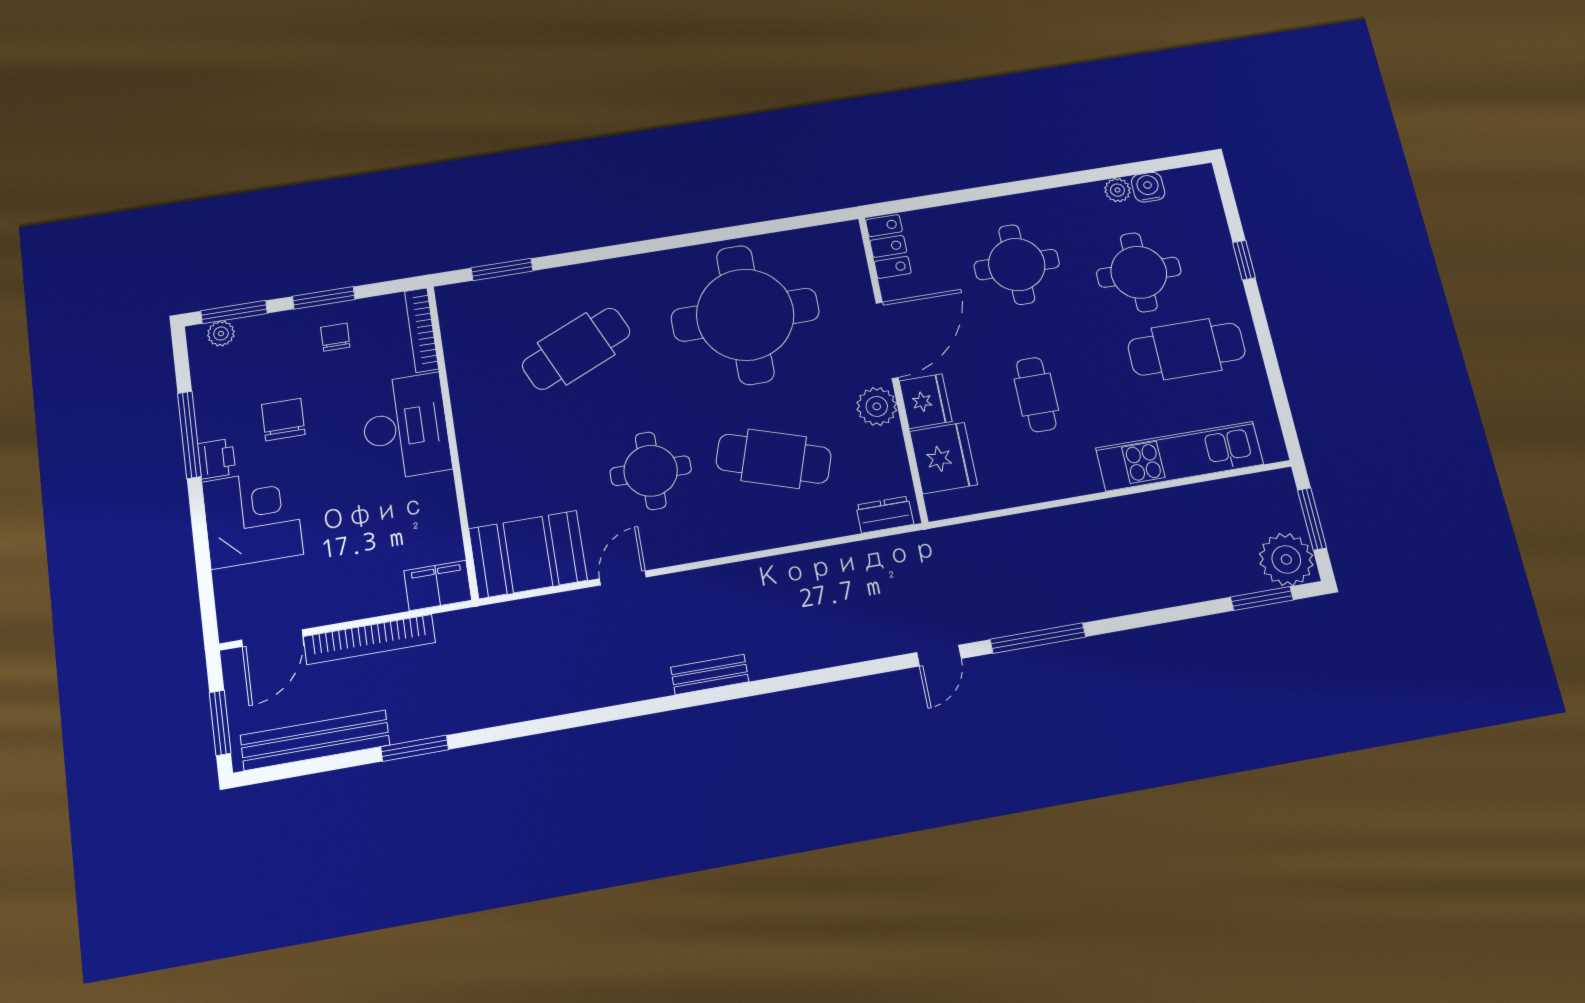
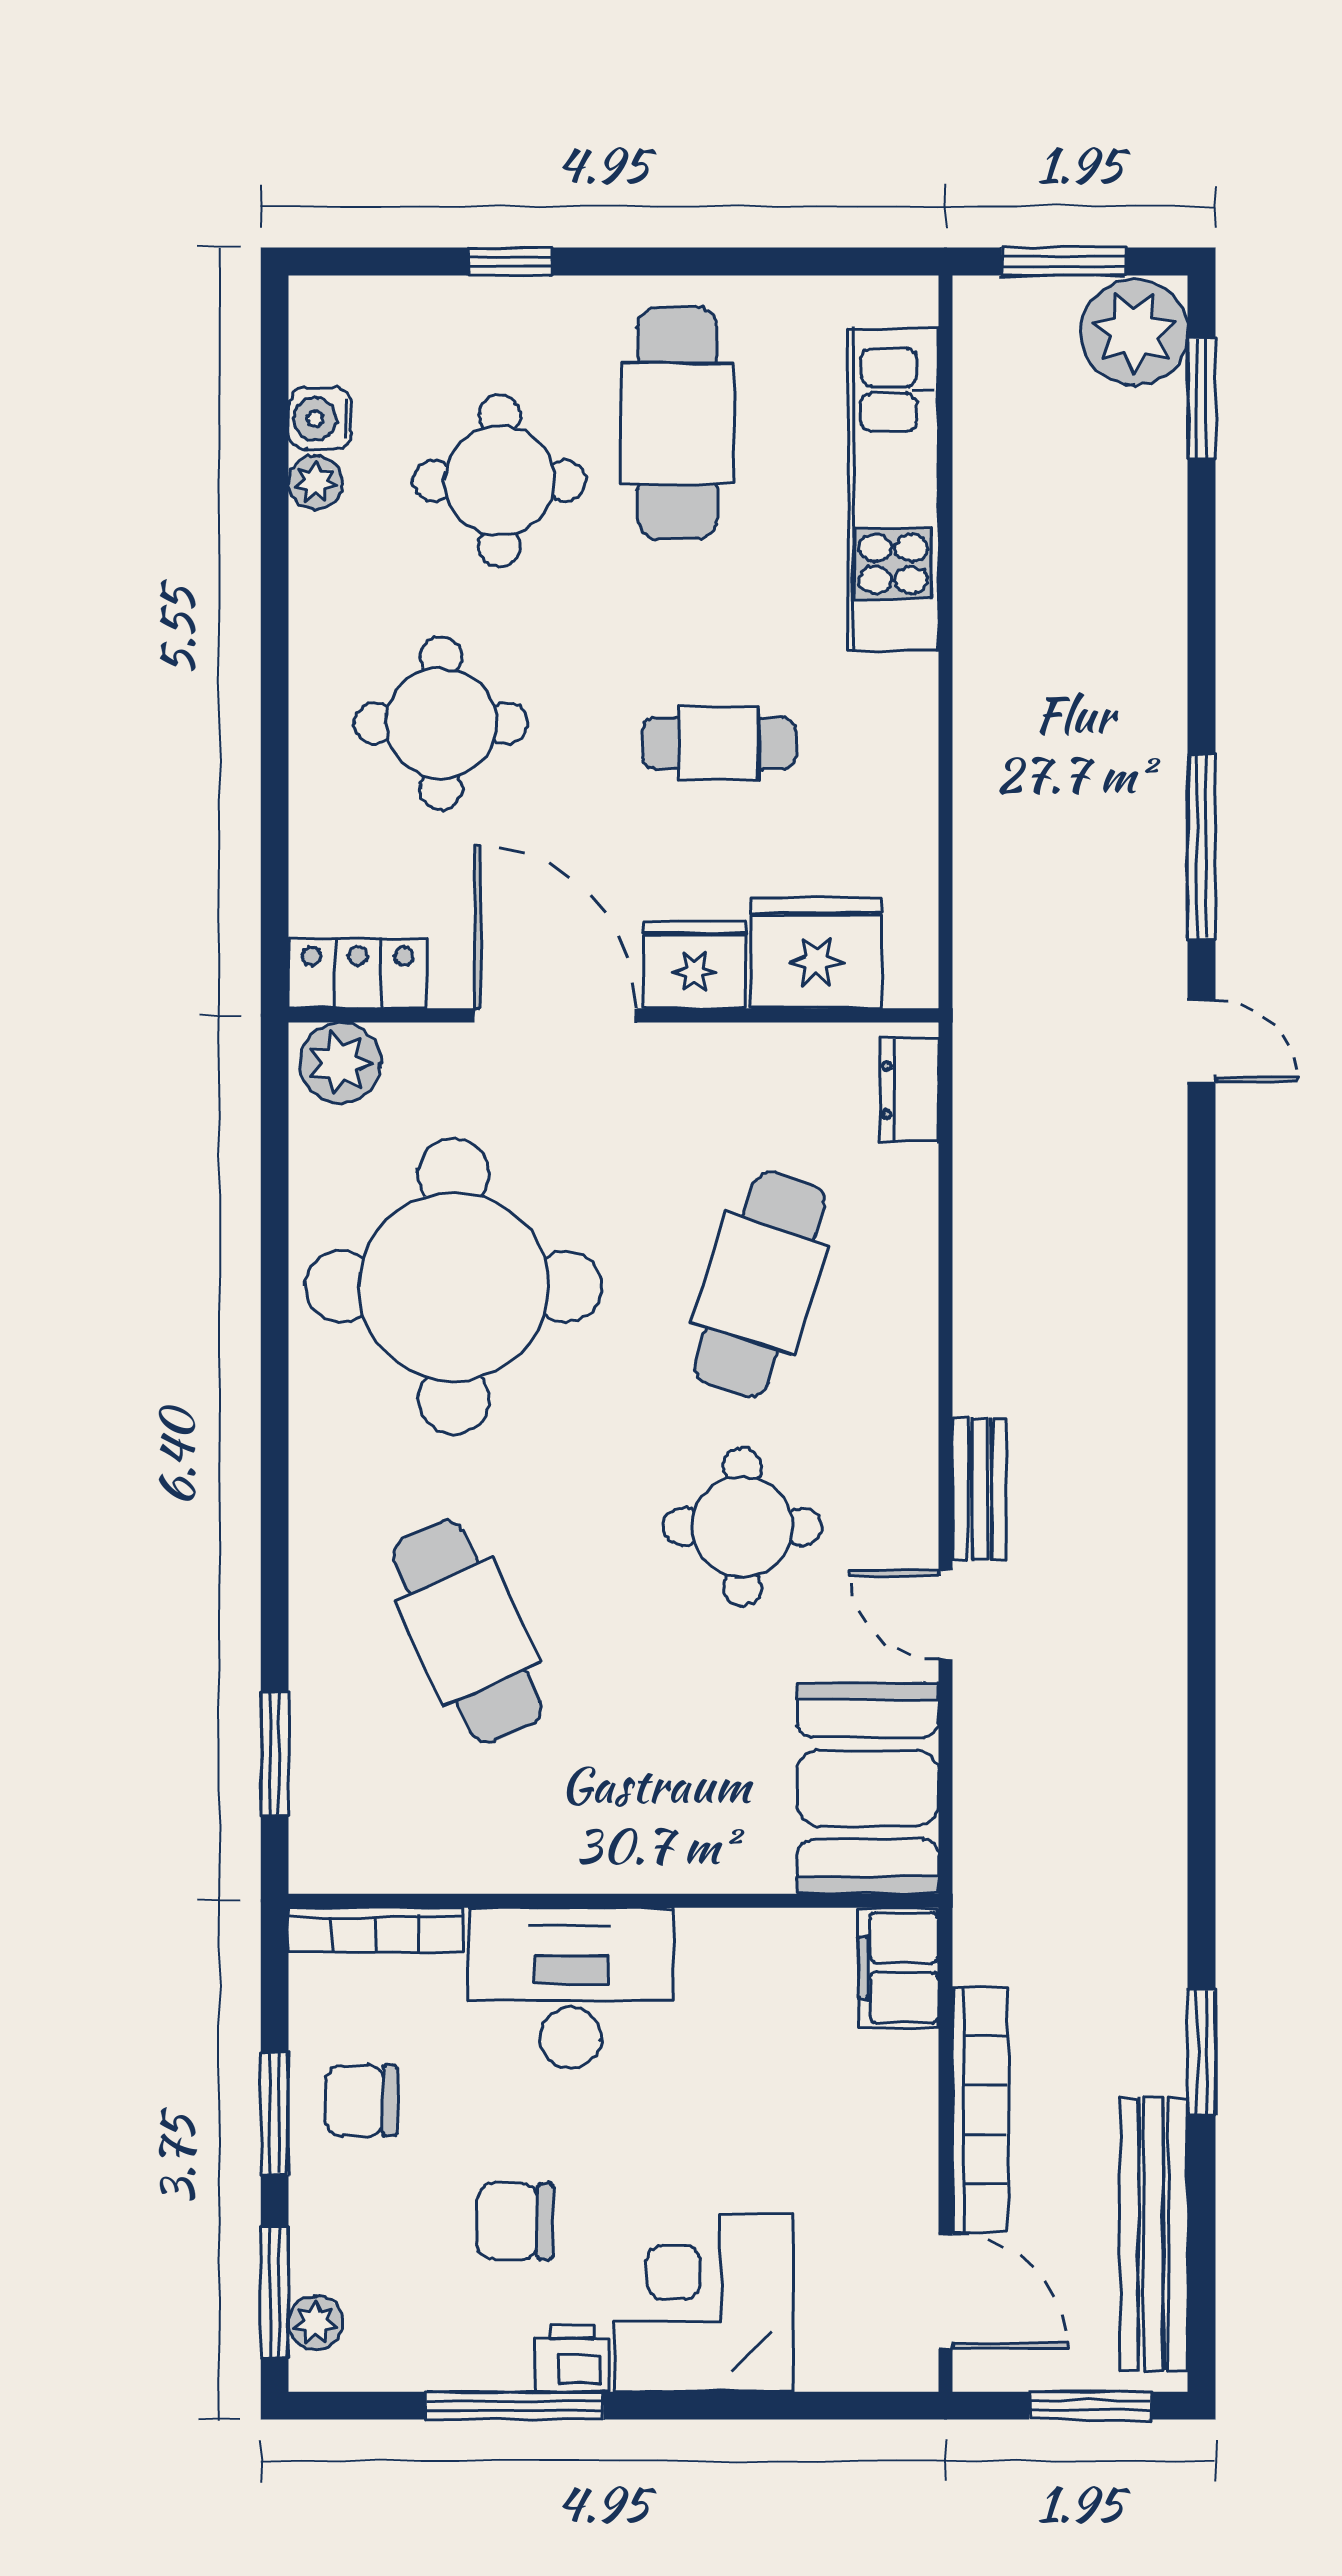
chair: (335, 337) -> (362, 2101), width x1.37, depth x1.37
plant: (877, 406) -> (340, 1063), moved
bench: (710, 674) -> (980, 1489), moved

